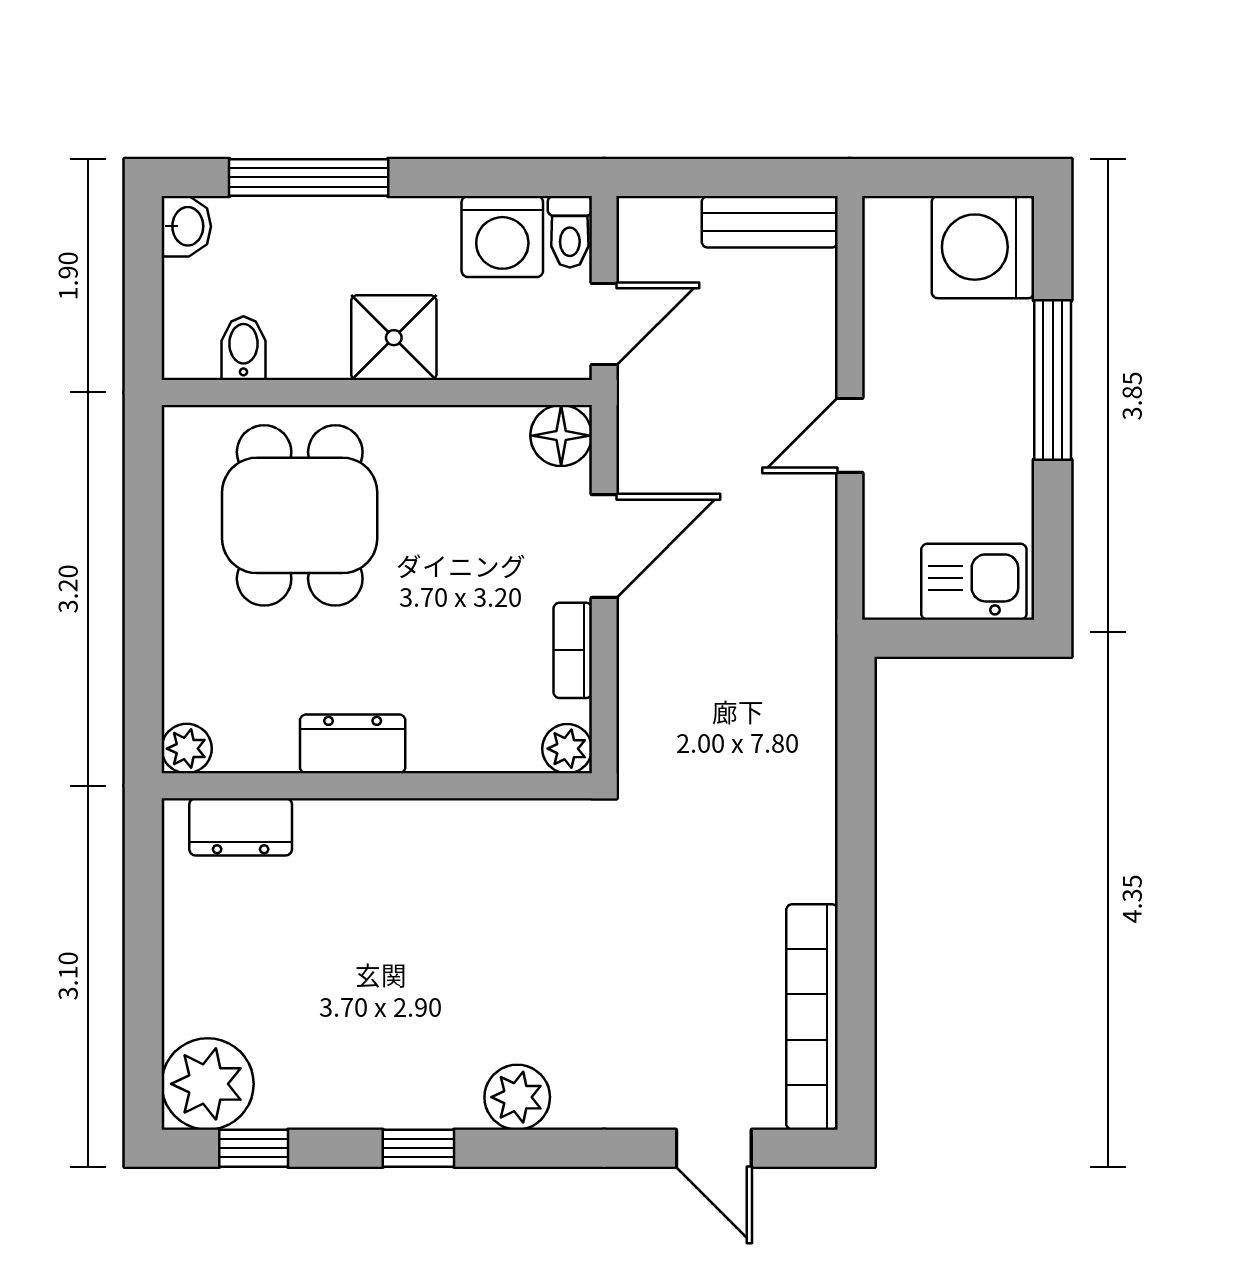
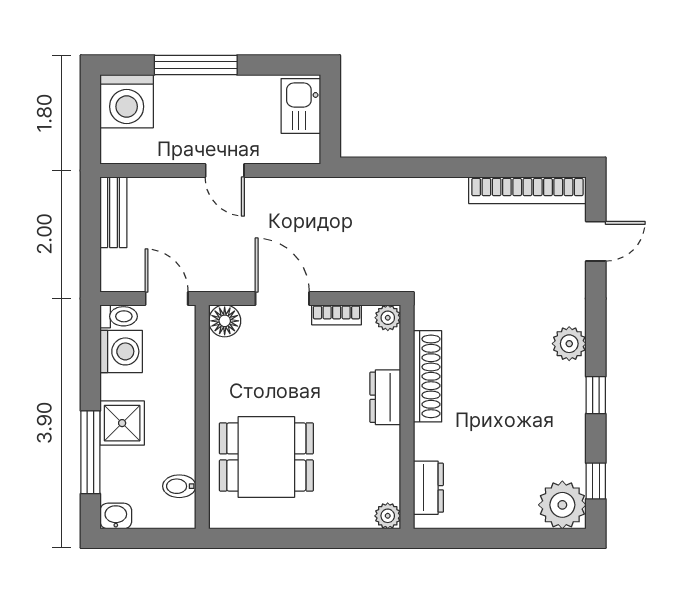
shower: (394, 338) -> (122, 423), moved
dresser: (353, 744) -> (385, 397), moved
shoe rack: (455, 825) -> (428, 376), added

